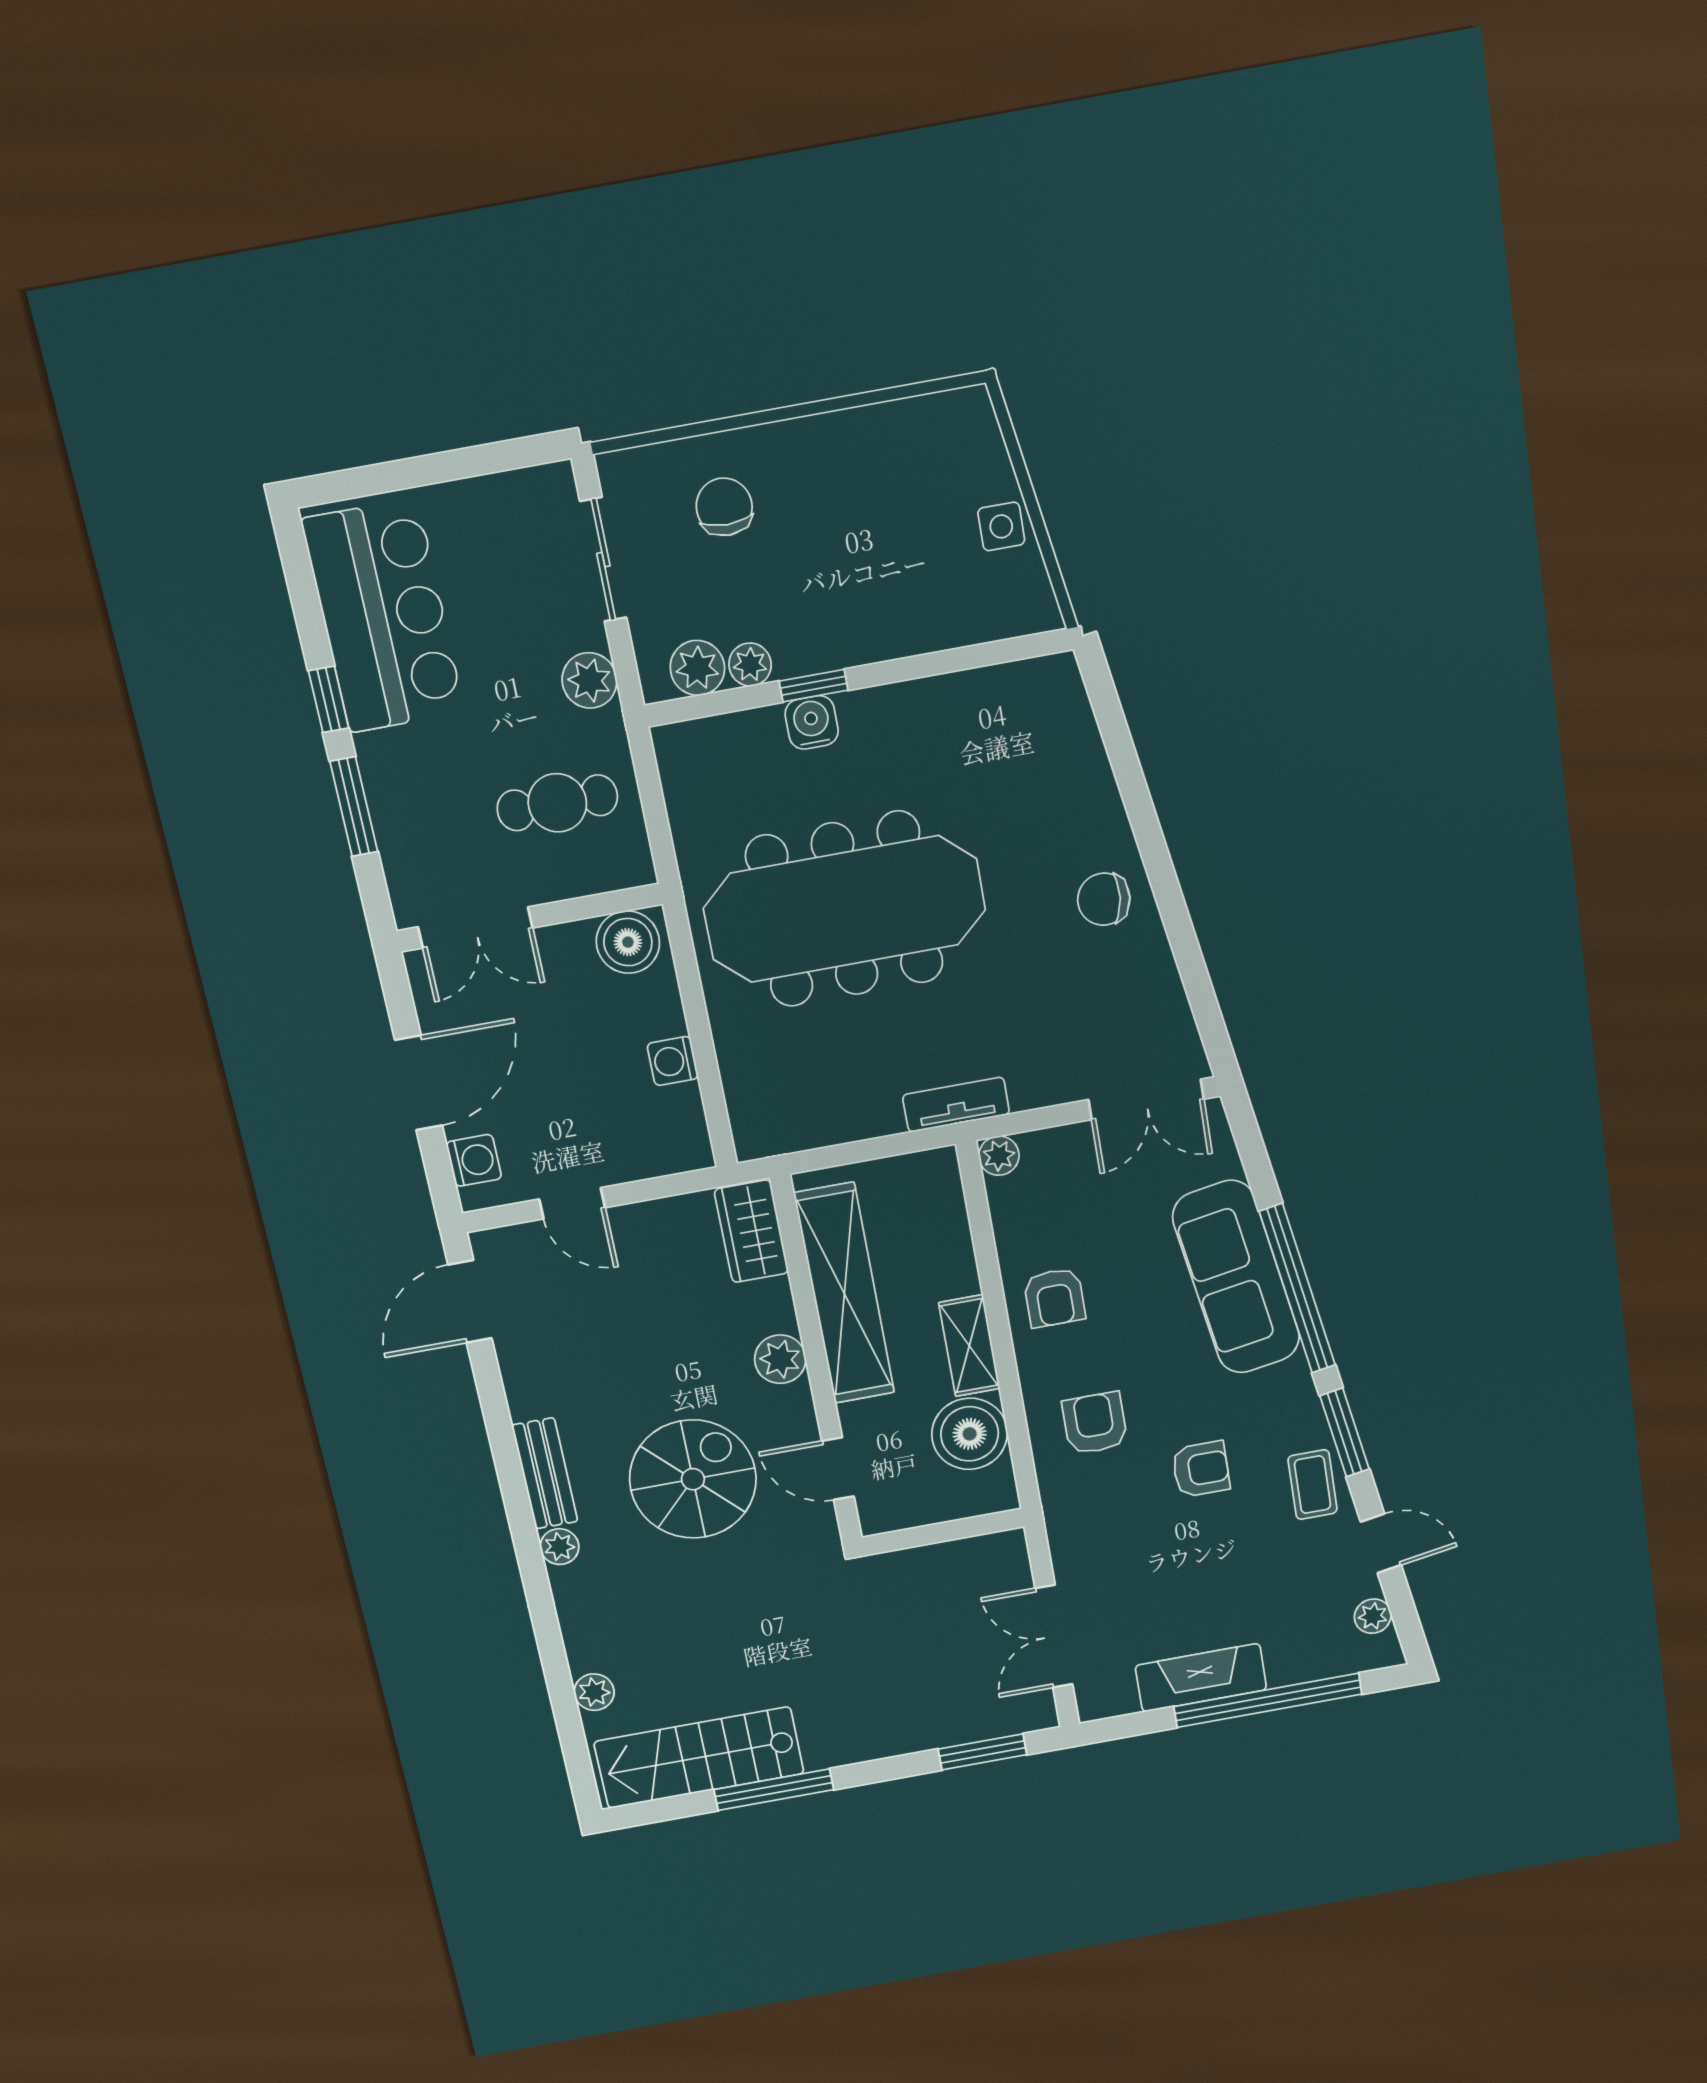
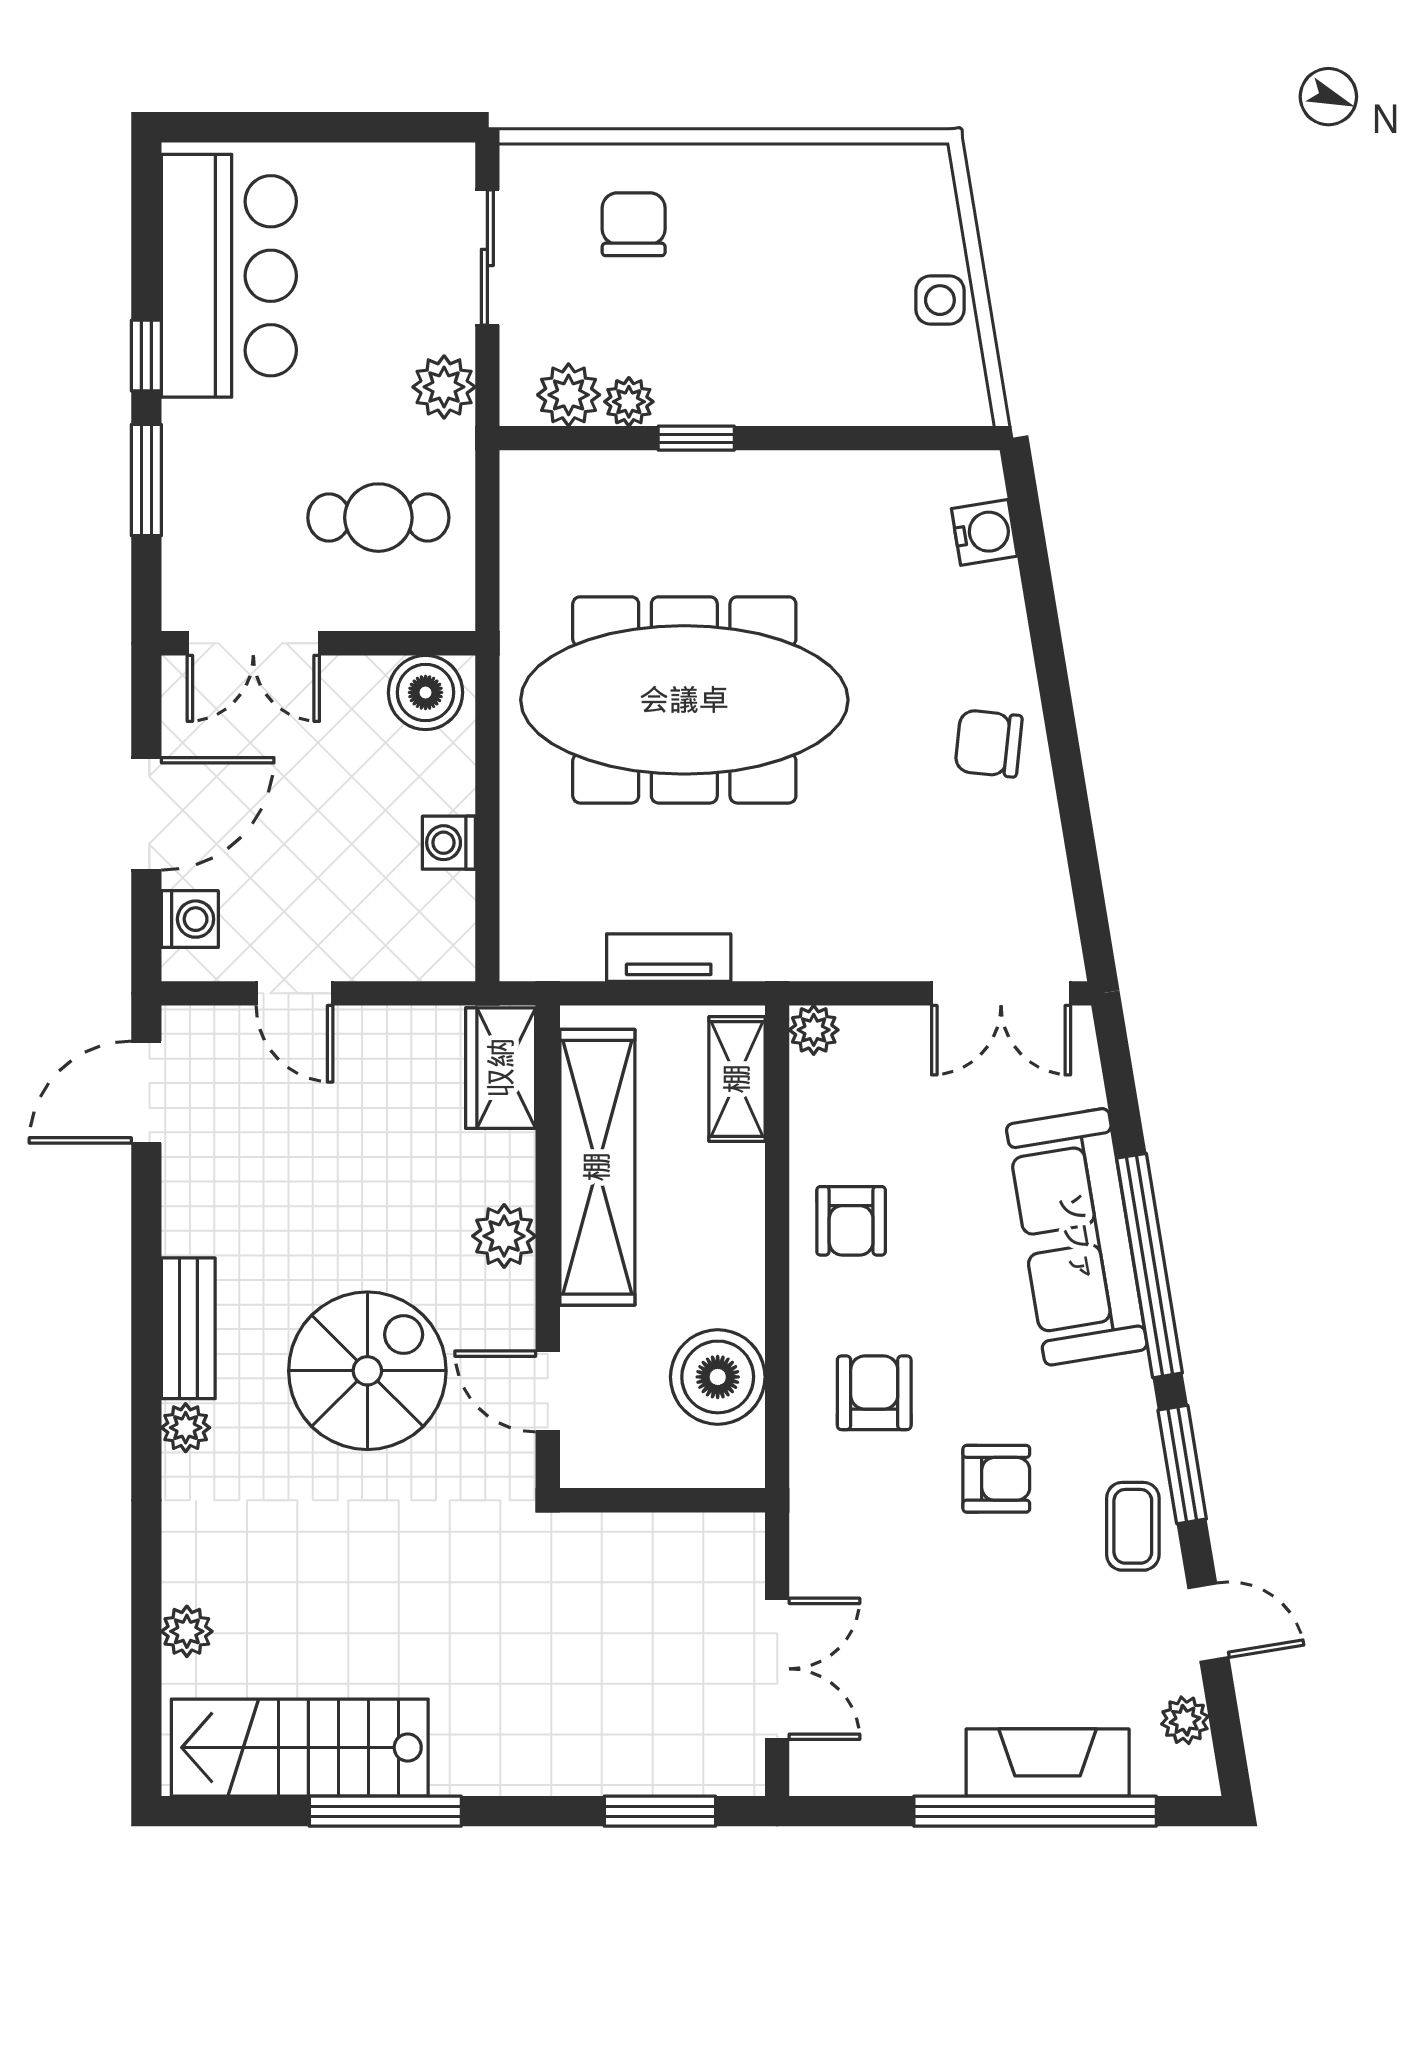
water cooler: (812, 722) -> (984, 532), moved, turned 81
tv unit: (956, 1105) -> (669, 958), moved
shelving: (969, 1346) -> (737, 1079), moved
double door: (1054, 1636) -> (777, 1669), swing flipped
fireplace: (1201, 1678) -> (1048, 1762), moved

